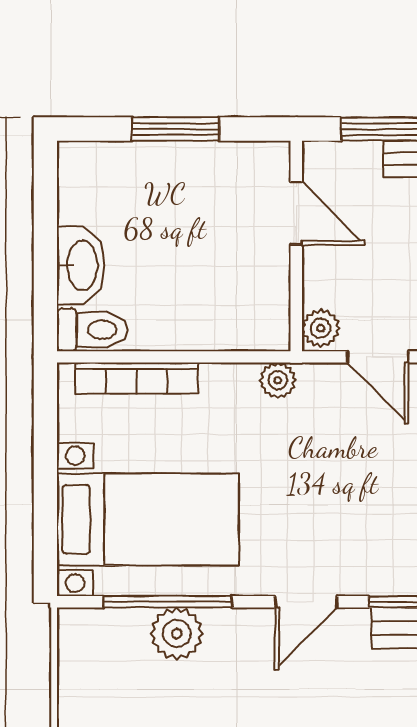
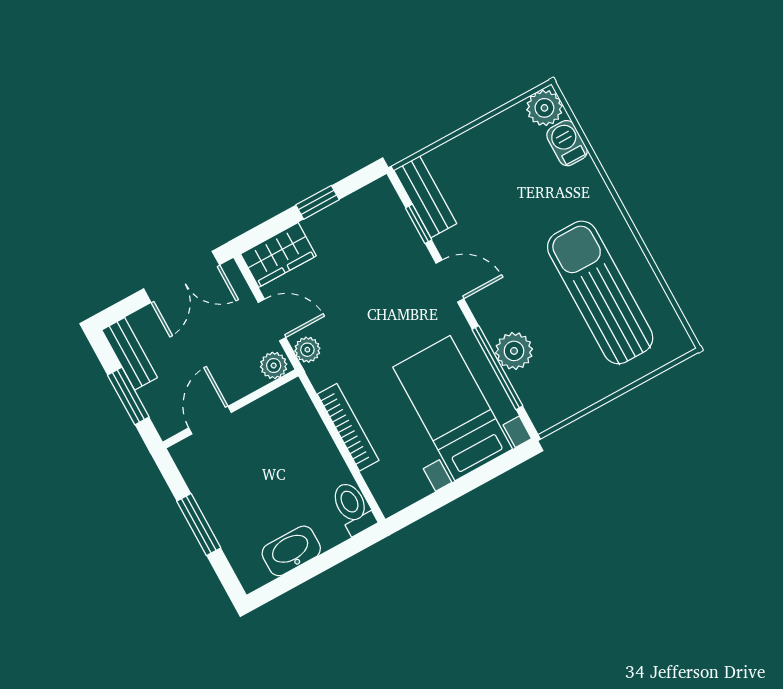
washbasin: (81, 265) -> (291, 551), moved
door: (378, 357) -> (272, 320), hinge flipped
bookcase: (137, 378) -> (348, 427), moved
plant: (278, 380) -> (307, 350), moved

